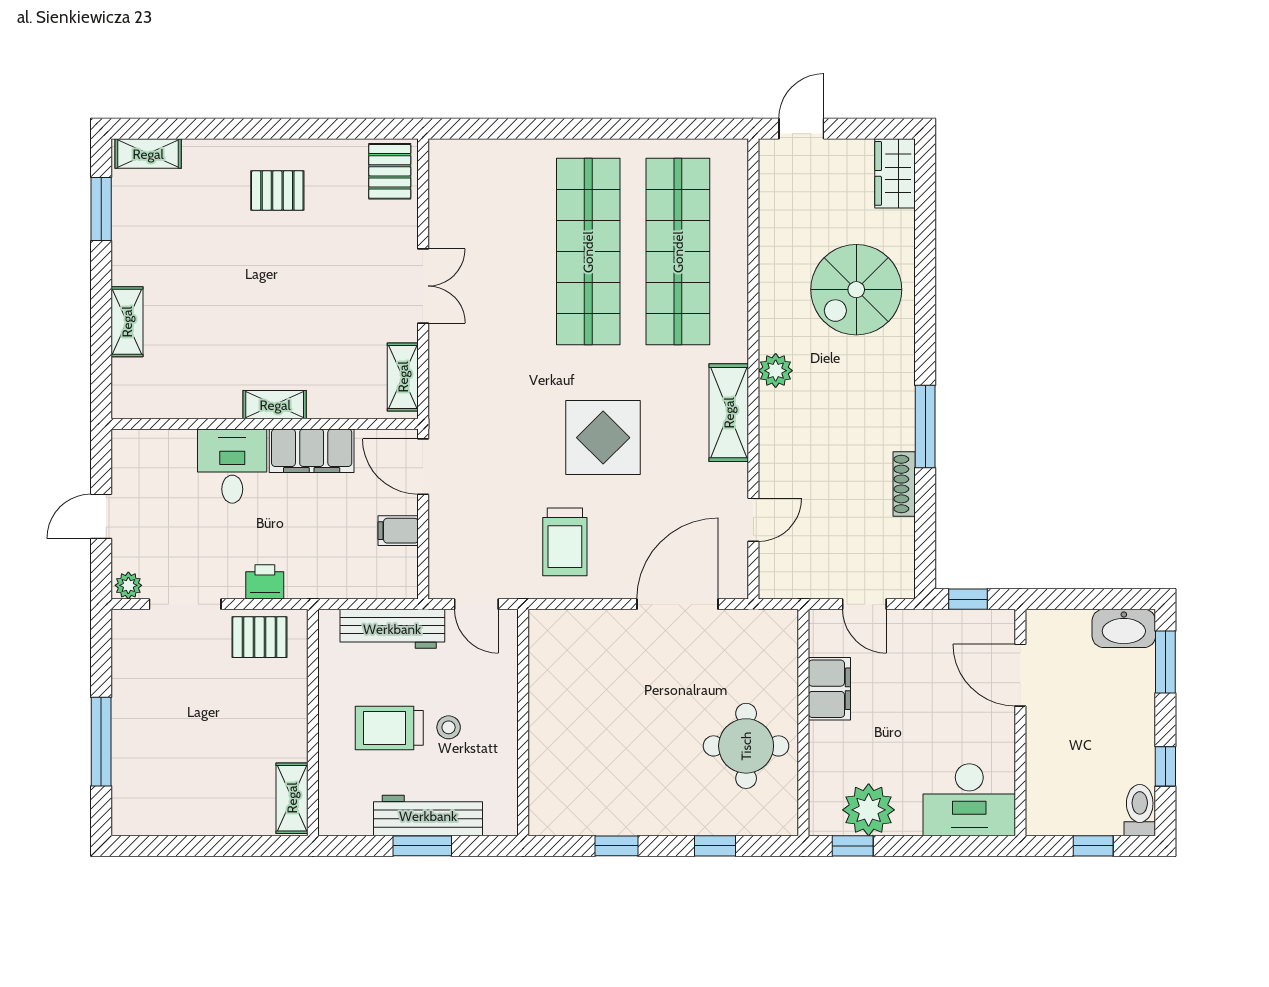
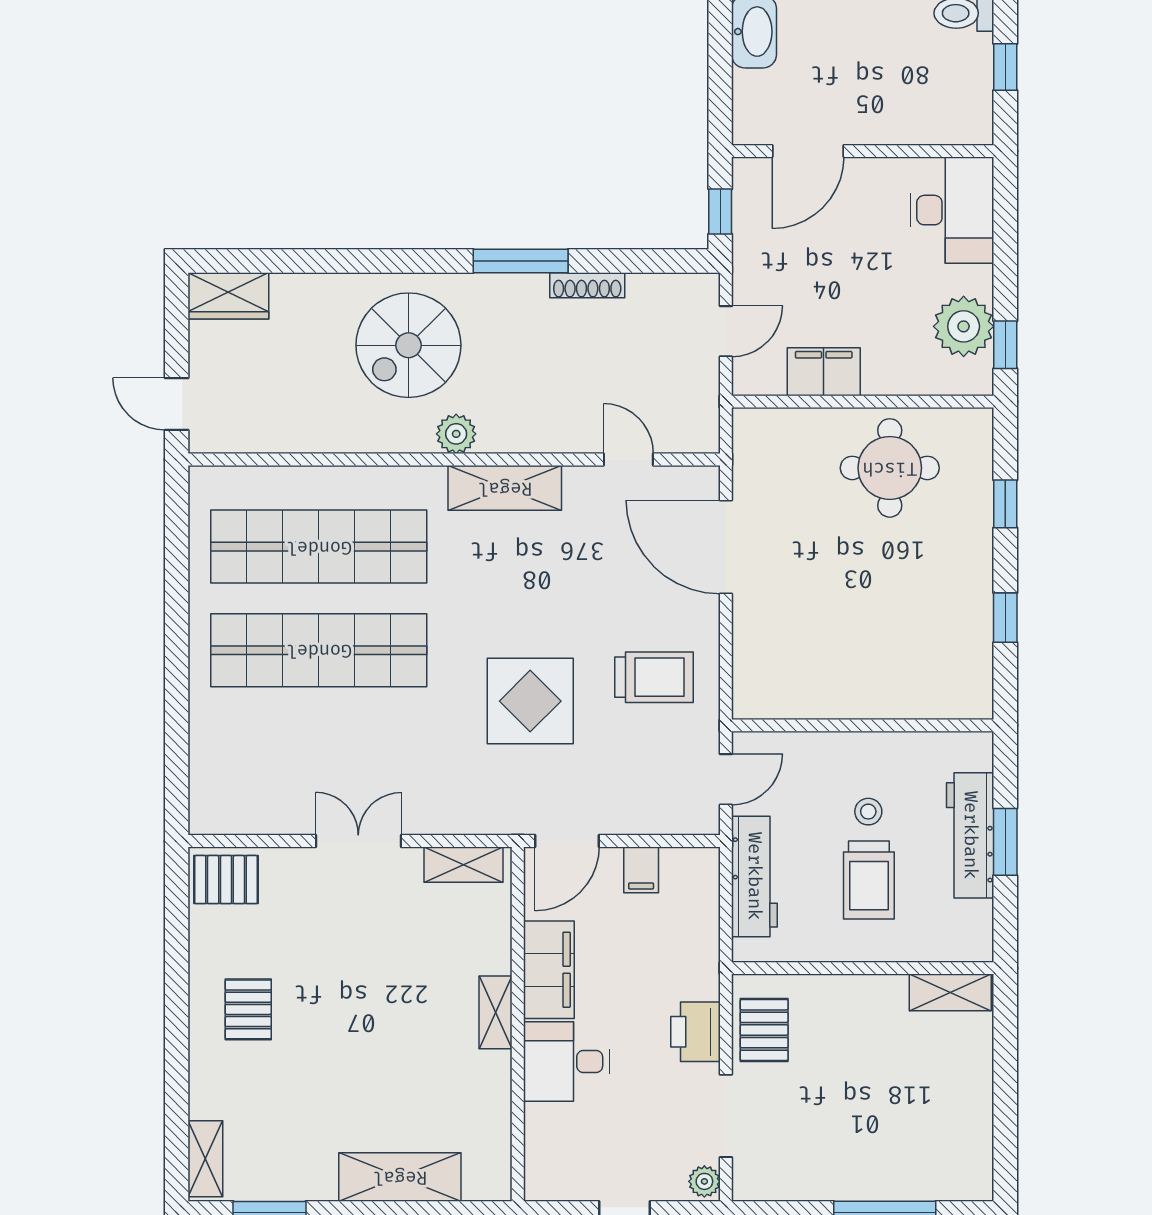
spiral stairs: (856, 290) -> (408, 345), moved, turned 90
shelving: (127, 322) -> (400, 1177), width x1.50, depth x1.33
display table: (603, 438) -> (530, 701), moved
printer: (265, 582) -> (695, 1032), width x1.36, depth x1.24

